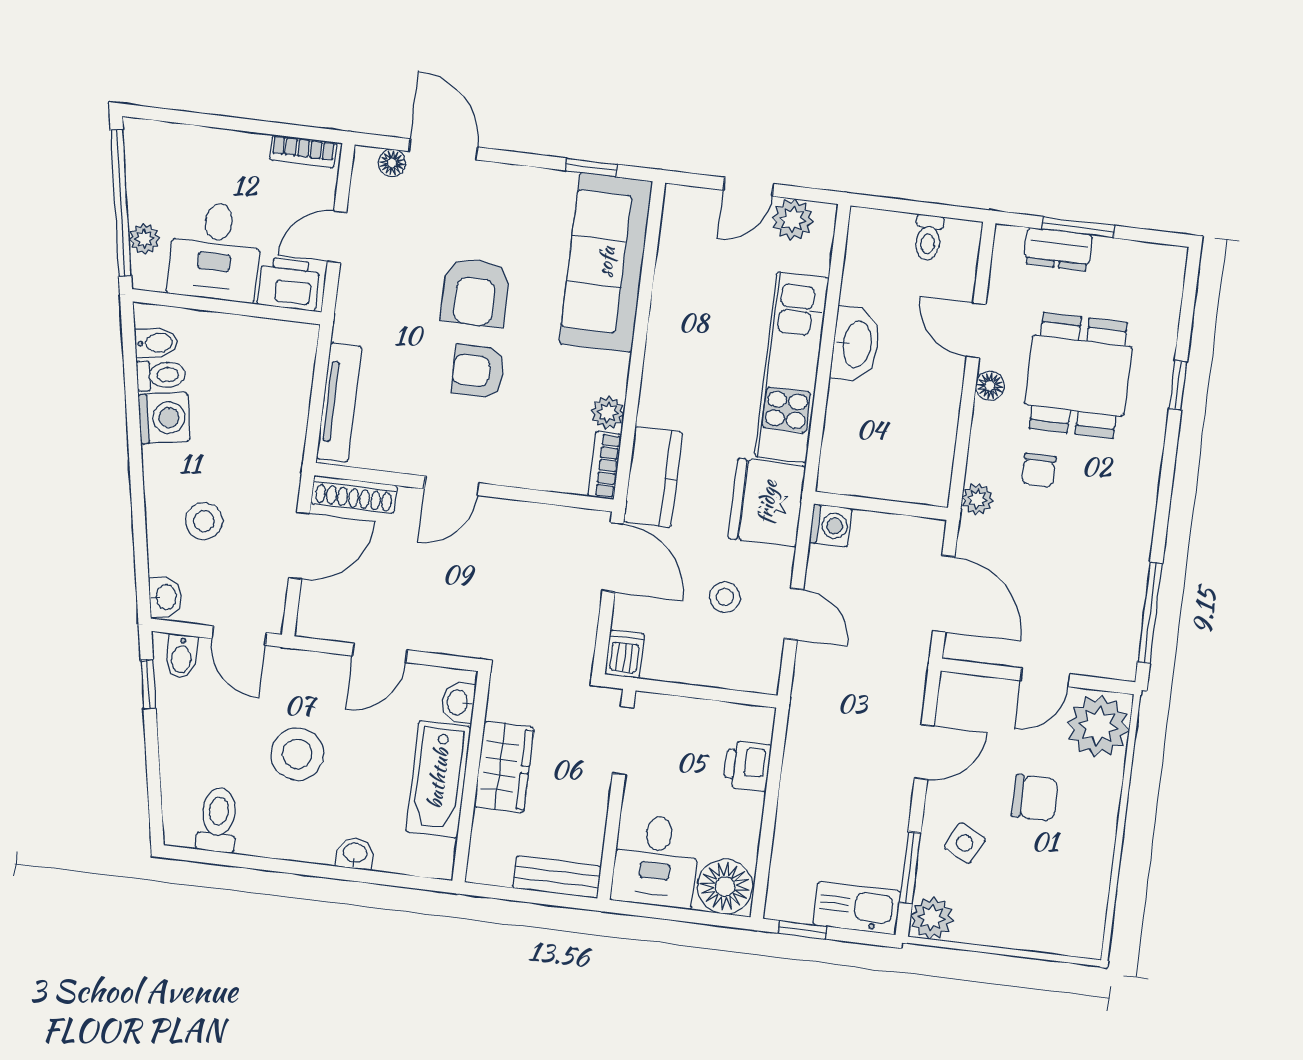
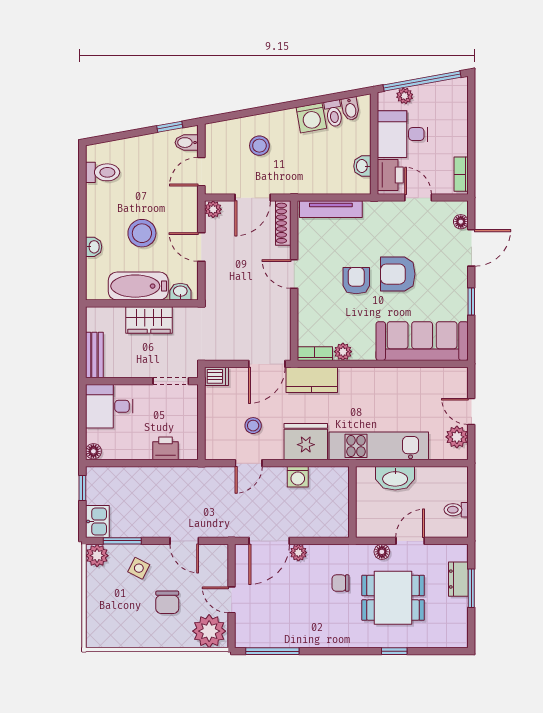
window: (591, 168) -> (471, 301), moved
plant: (977, 499) -> (298, 553), moved
wall: (881, 506) -> (352, 502), moved
door: (299, 546) -> (253, 198), hinge flipped
washbasin: (165, 597) -> (362, 166), moved, turned 100
plant: (312, 622) -> (213, 209), added
stool: (297, 754) -> (142, 233), moved
floor lamp: (725, 886) -> (93, 451), width x0.53, depth x0.53
kitchen sink: (857, 908) -> (97, 521), width x0.73

